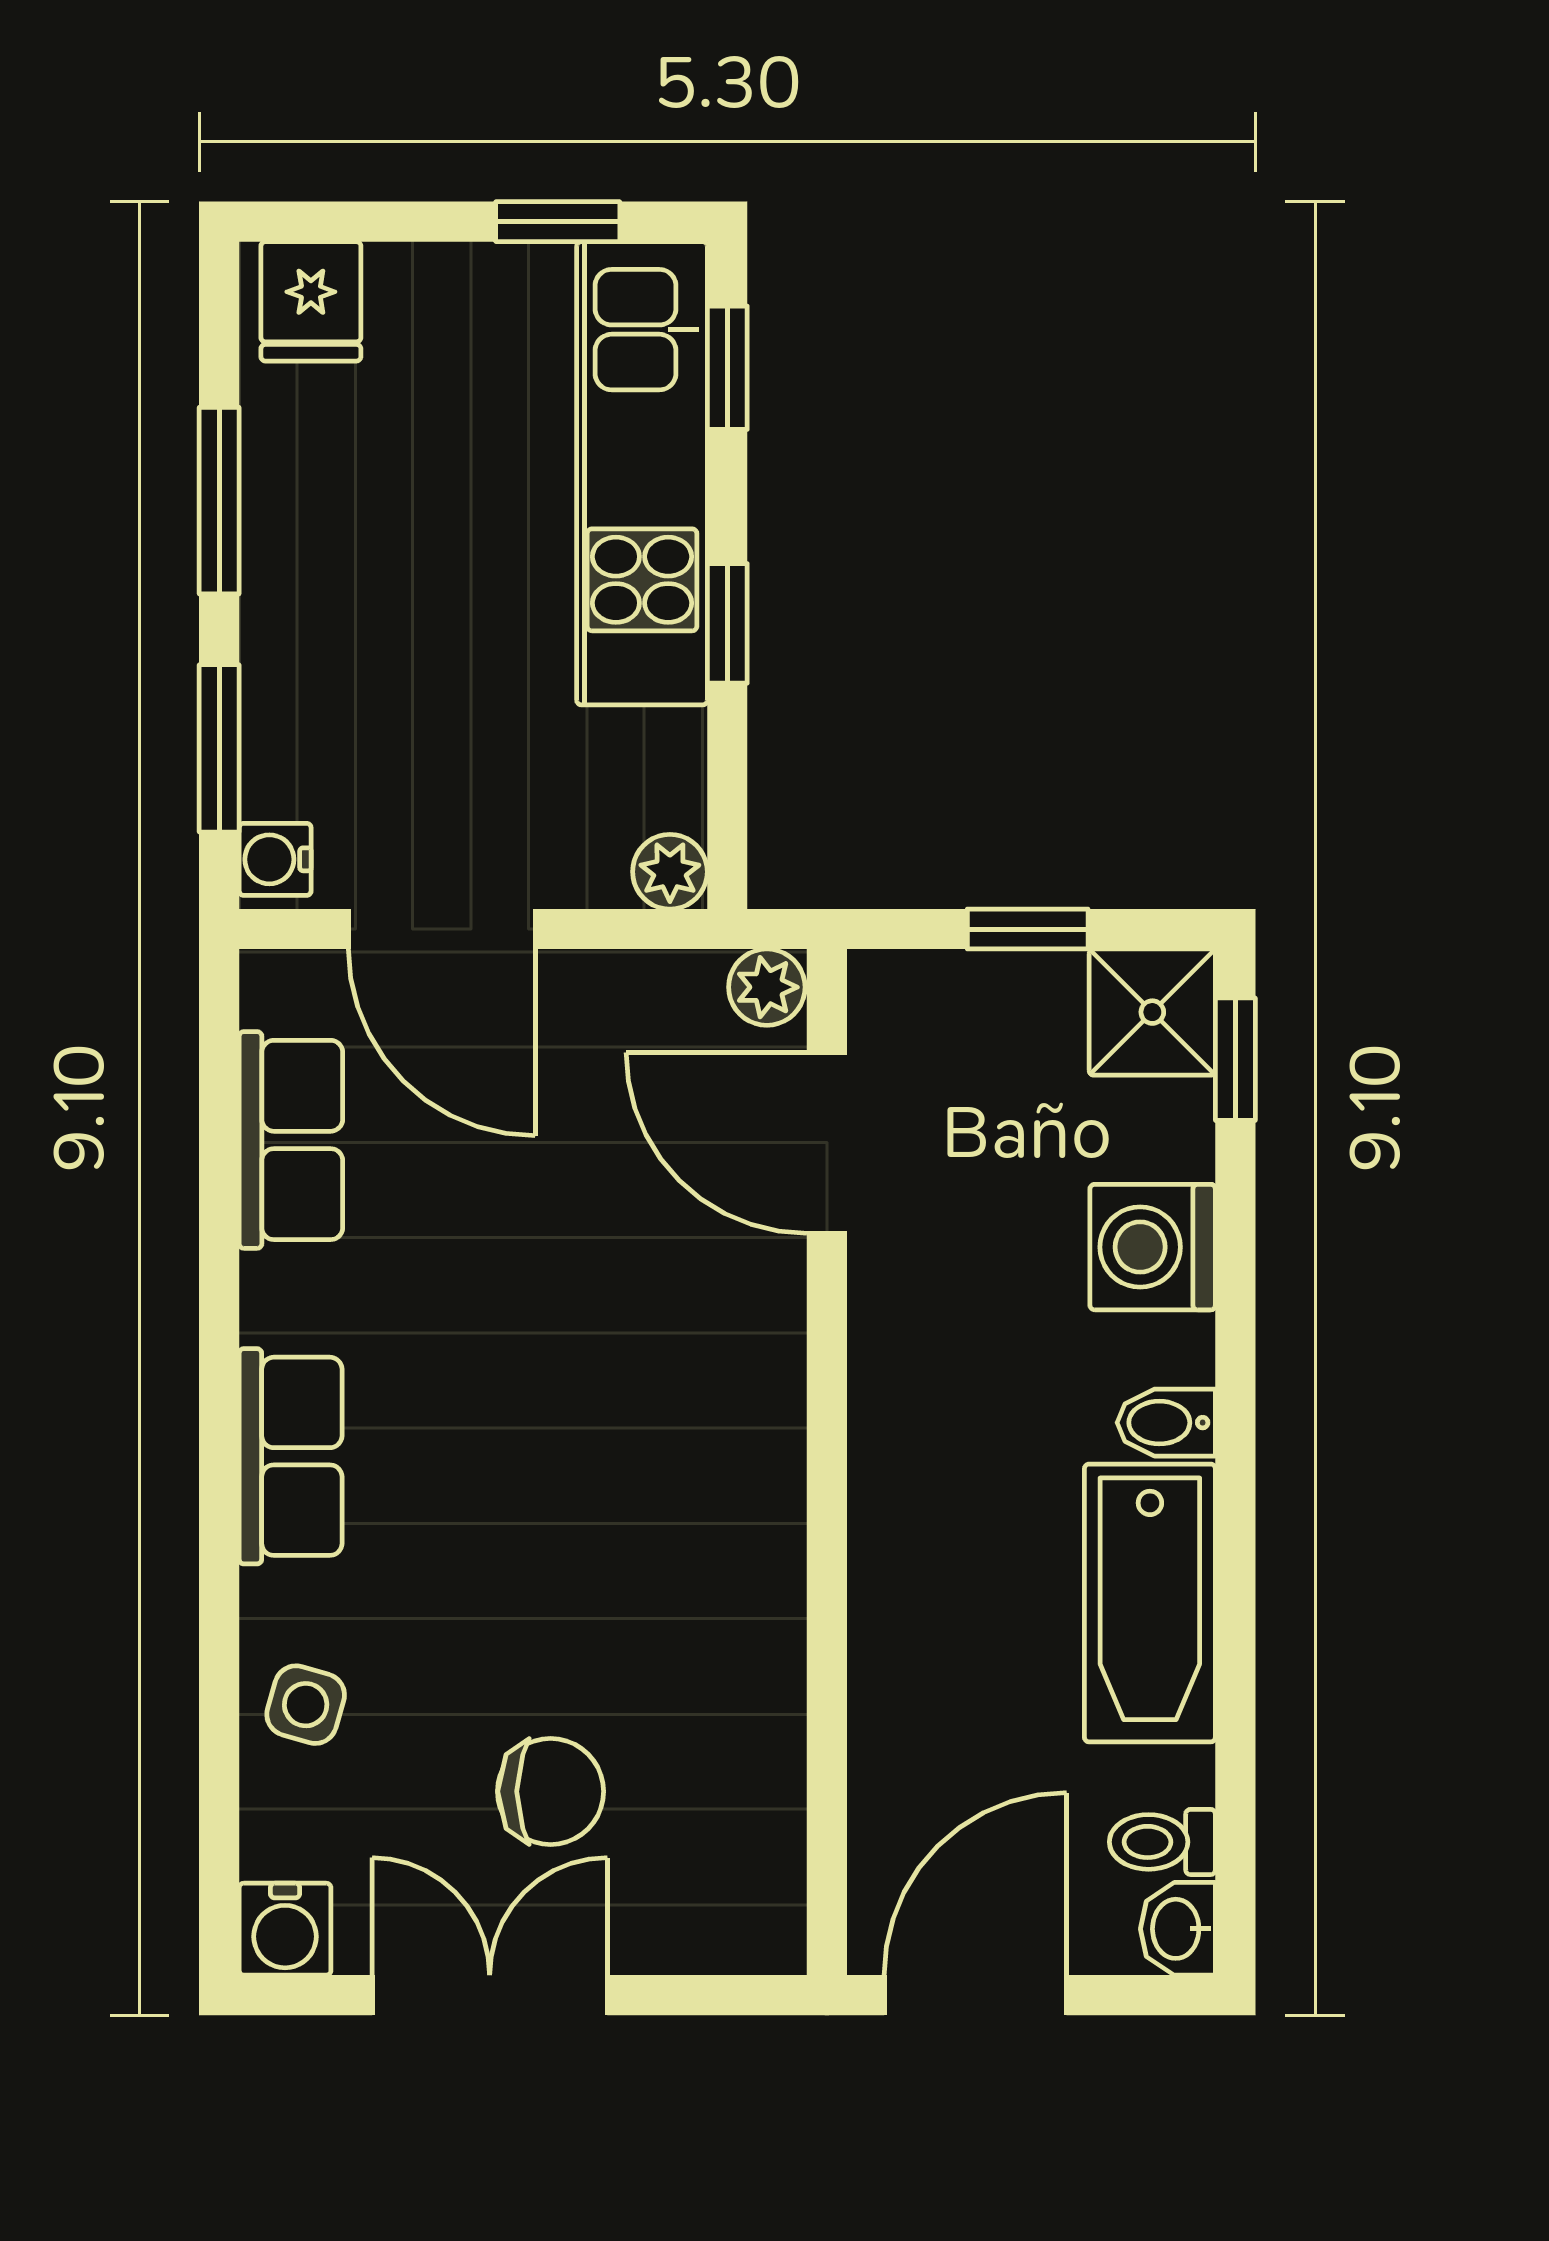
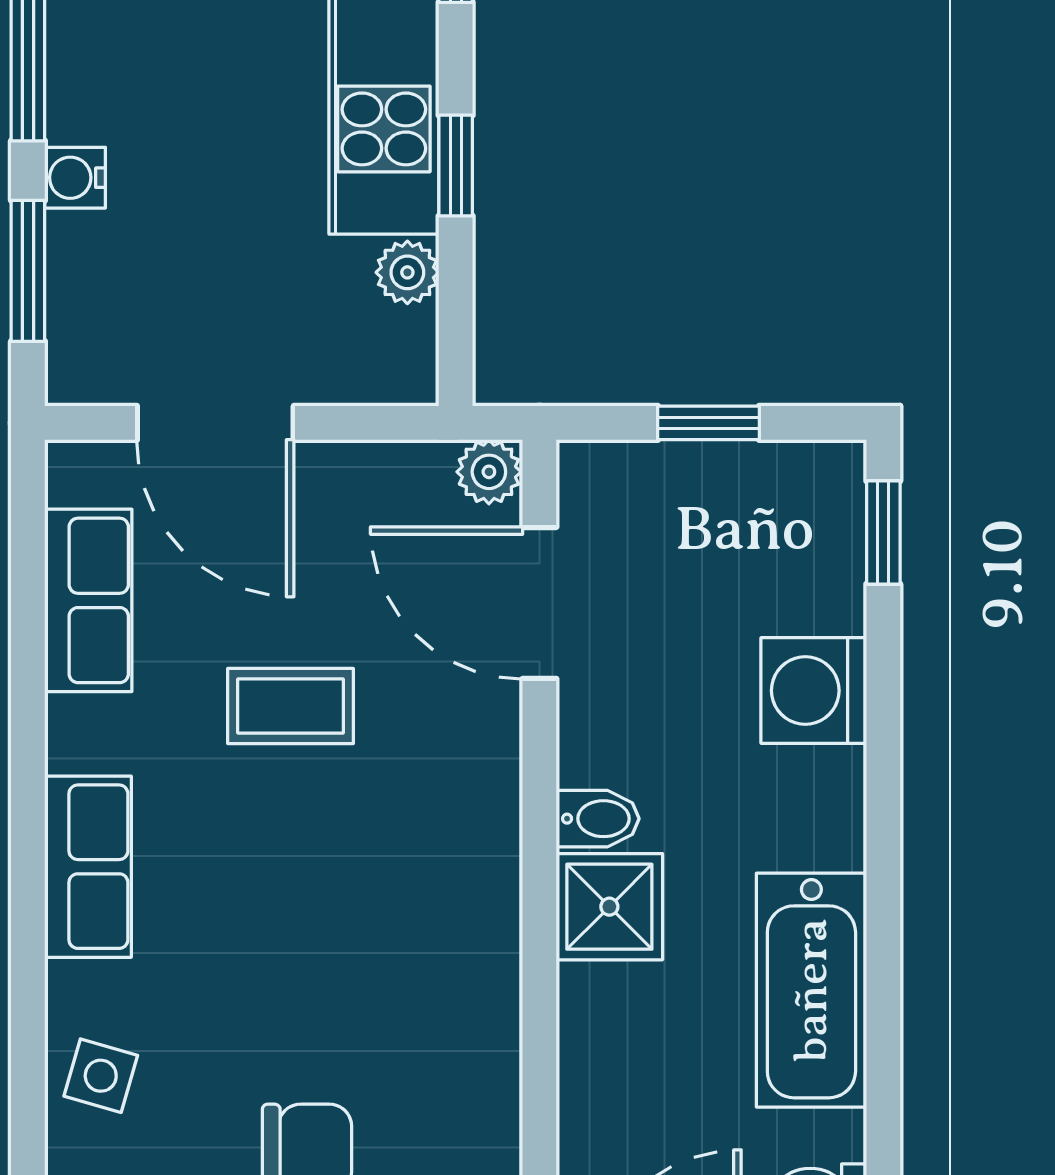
water cooler: (275, 859) -> (75, 178), moved
plant: (670, 872) -> (407, 272), moved
shower: (1152, 1012) -> (609, 907), moved
coffee table: (531, 1265) -> (291, 706), added
bidet: (1166, 1423) -> (598, 819), moved, turned 180

